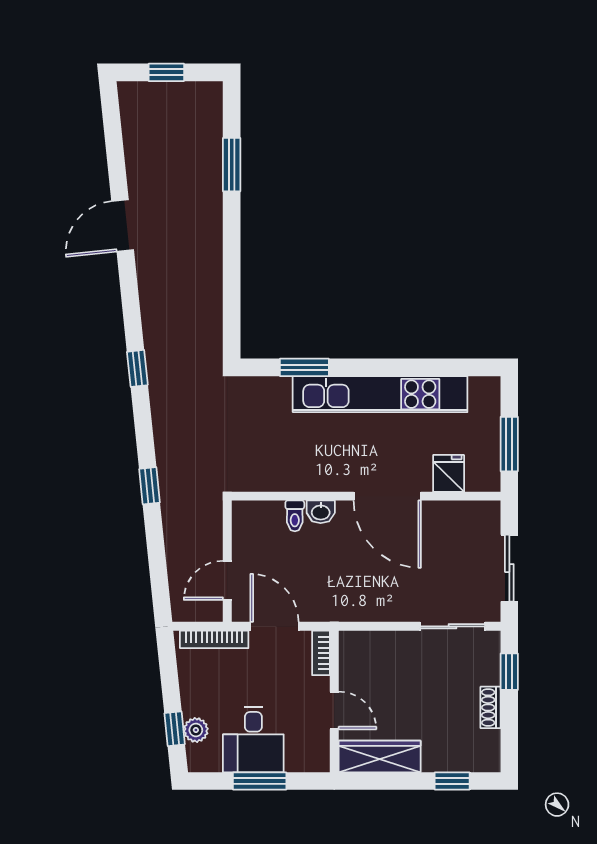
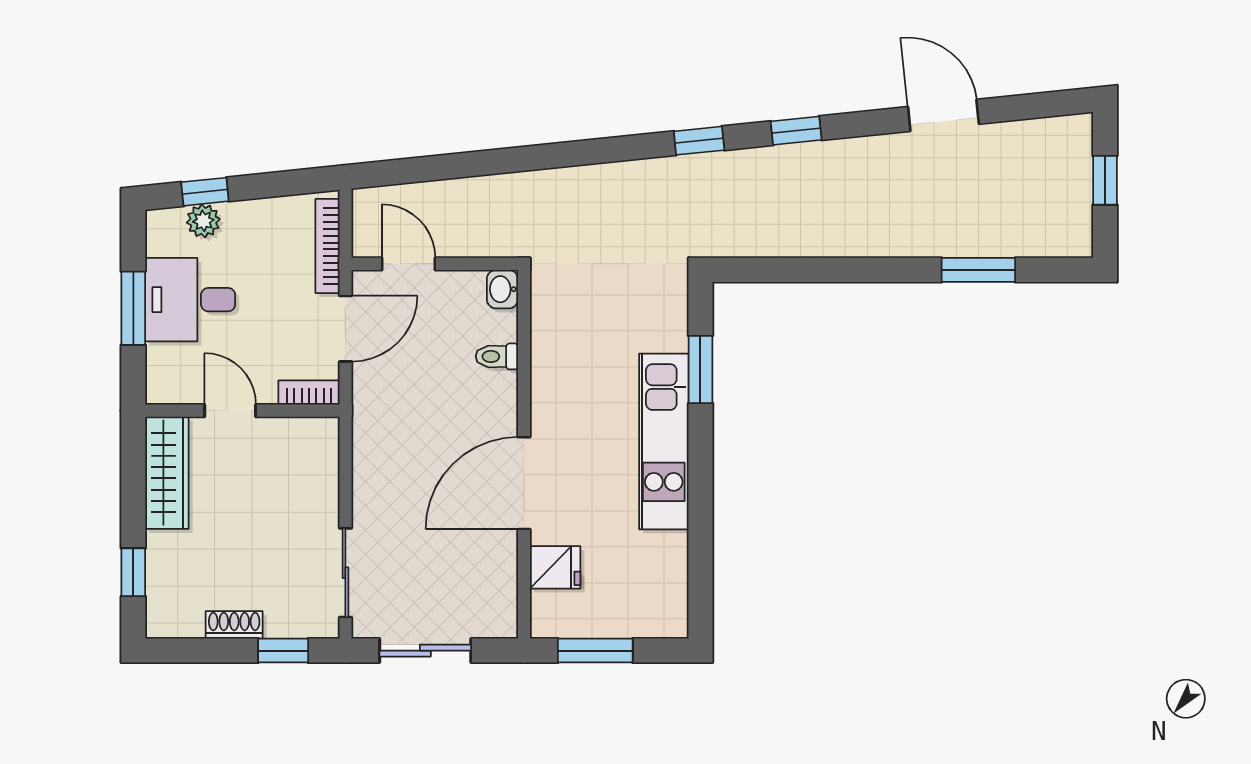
door: (123, 226) -> (943, 115), moved
kitchen unit: (380, 394) -> (664, 441), width x0.73
window: (149, 486) -> (796, 131), moved
washbasin: (321, 512) -> (502, 289), moved
door: (334, 710) -> (230, 411), swing flipped

